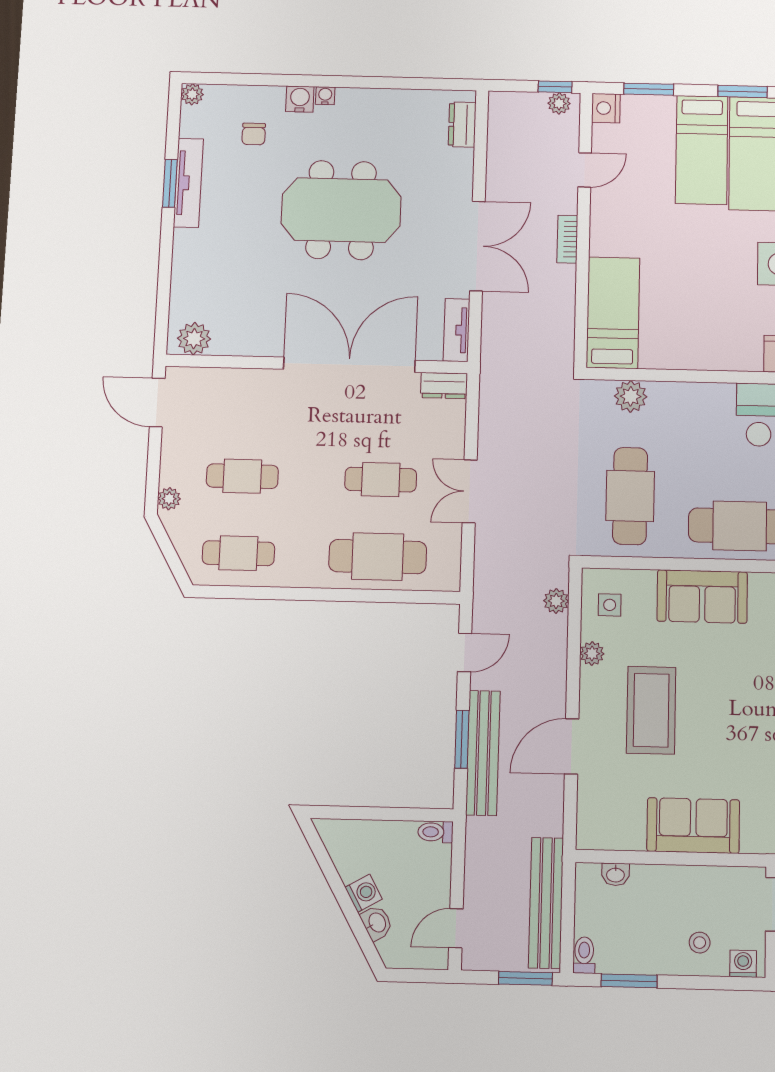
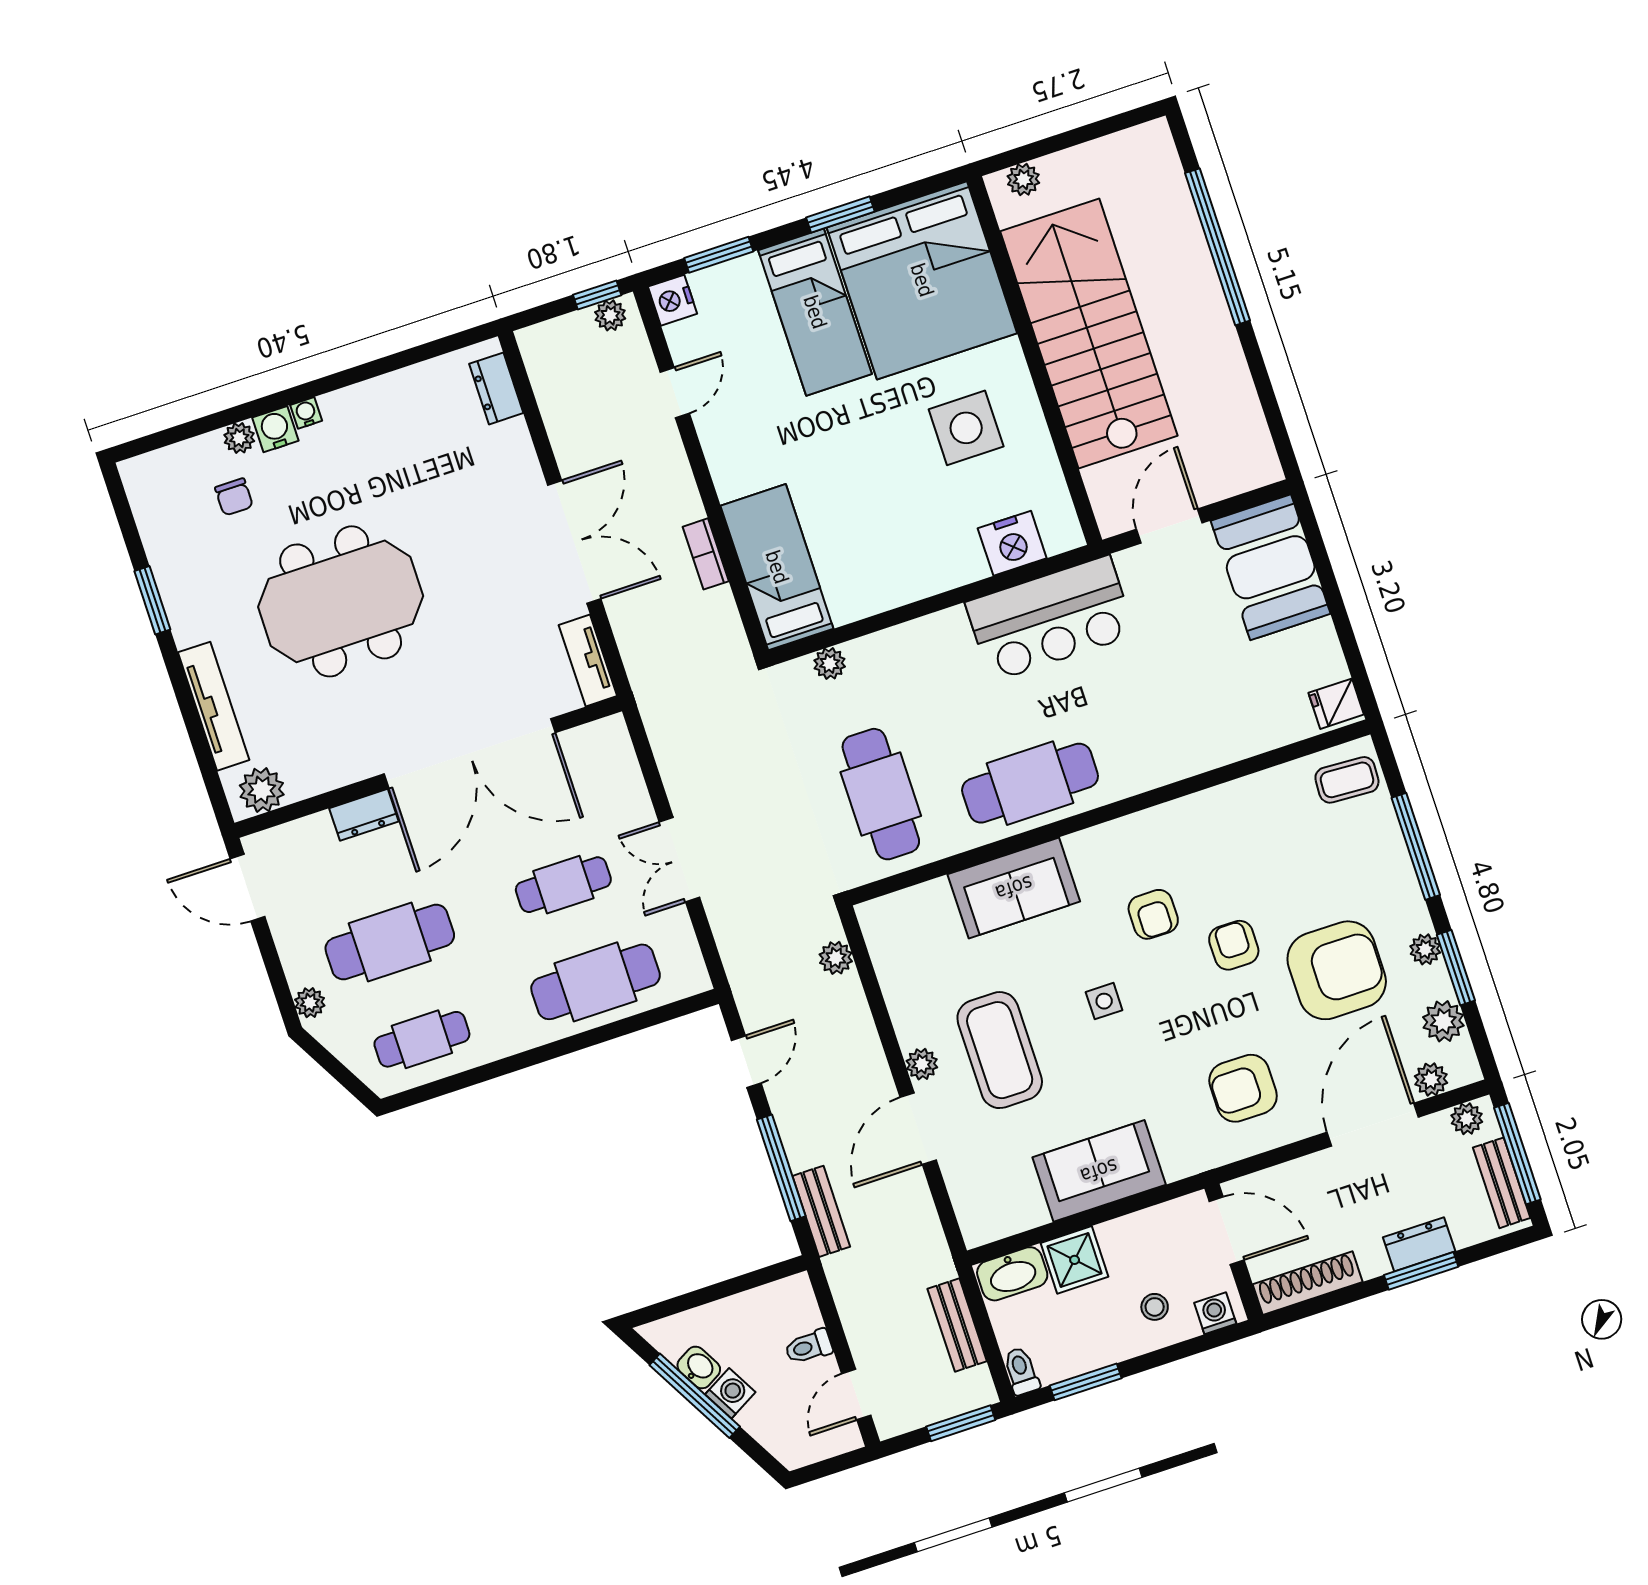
plant: (192, 94) -> (239, 438), moved
tv unit: (188, 183) -> (214, 706), moved
meeting table: (341, 210) -> (341, 601), moved
bookcase: (567, 239) -> (706, 554), moved
double door: (349, 365) -> (470, 753), swing flipped
dresser: (444, 386) -> (364, 815), moved
plant: (631, 396) -> (830, 664), width x0.73, depth x0.73
cafe table: (242, 476) -> (390, 942), width x1.37, depth x1.35
side table: (610, 605) -> (1104, 1001), moved
plant: (592, 654) -> (922, 1064), moved
window: (462, 739) -> (781, 1168), width x1.44
bench: (483, 753) -> (821, 1211), width x0.54, depth x0.82
toilet: (435, 832) -> (809, 1347), moved
washbasin: (615, 874) -> (1012, 1274), width x1.91, depth x1.45
shower: (652, 885) -> (1075, 1260), added
window: (337, 886) -> (695, 1396), added
bench: (546, 903) -> (957, 1325), width x0.54, depth x0.82
washbasin: (377, 923) -> (699, 1367), moved

